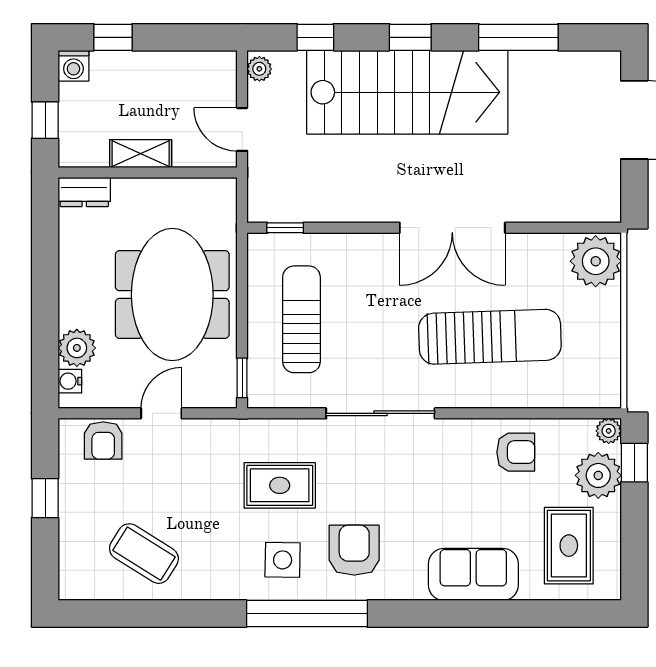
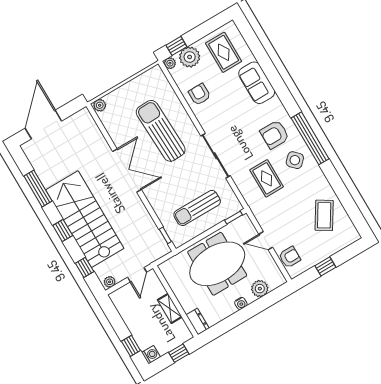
plant: (596, 261) -> (100, 105), width x0.53, depth x0.53
water cooler: (70, 381) -> (241, 303), moved
rug: (569, 546) -> (224, 52), turned 90
side table: (283, 560) -> (295, 160), turned 45

